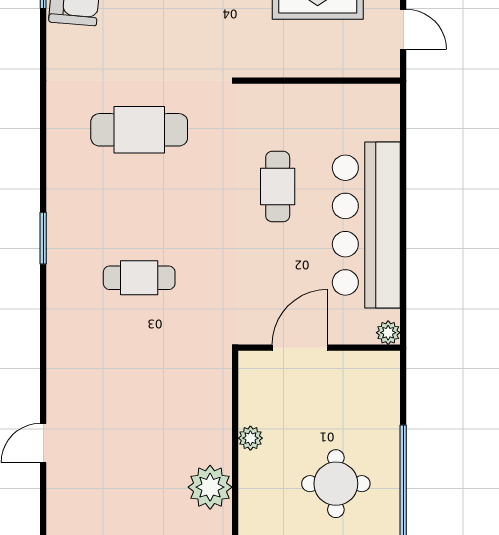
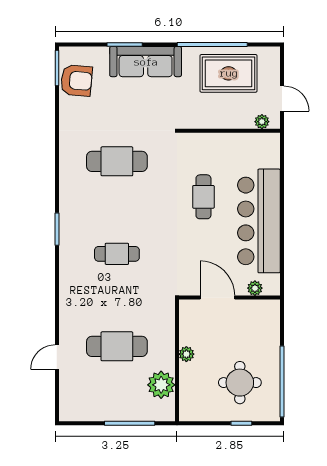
plant: (371, 66) -> (262, 122), added
plant: (388, 333) -> (255, 288), moved
door: (300, 348) -> (217, 298), hinge flipped
cafe table: (139, 426) -> (117, 346), added

